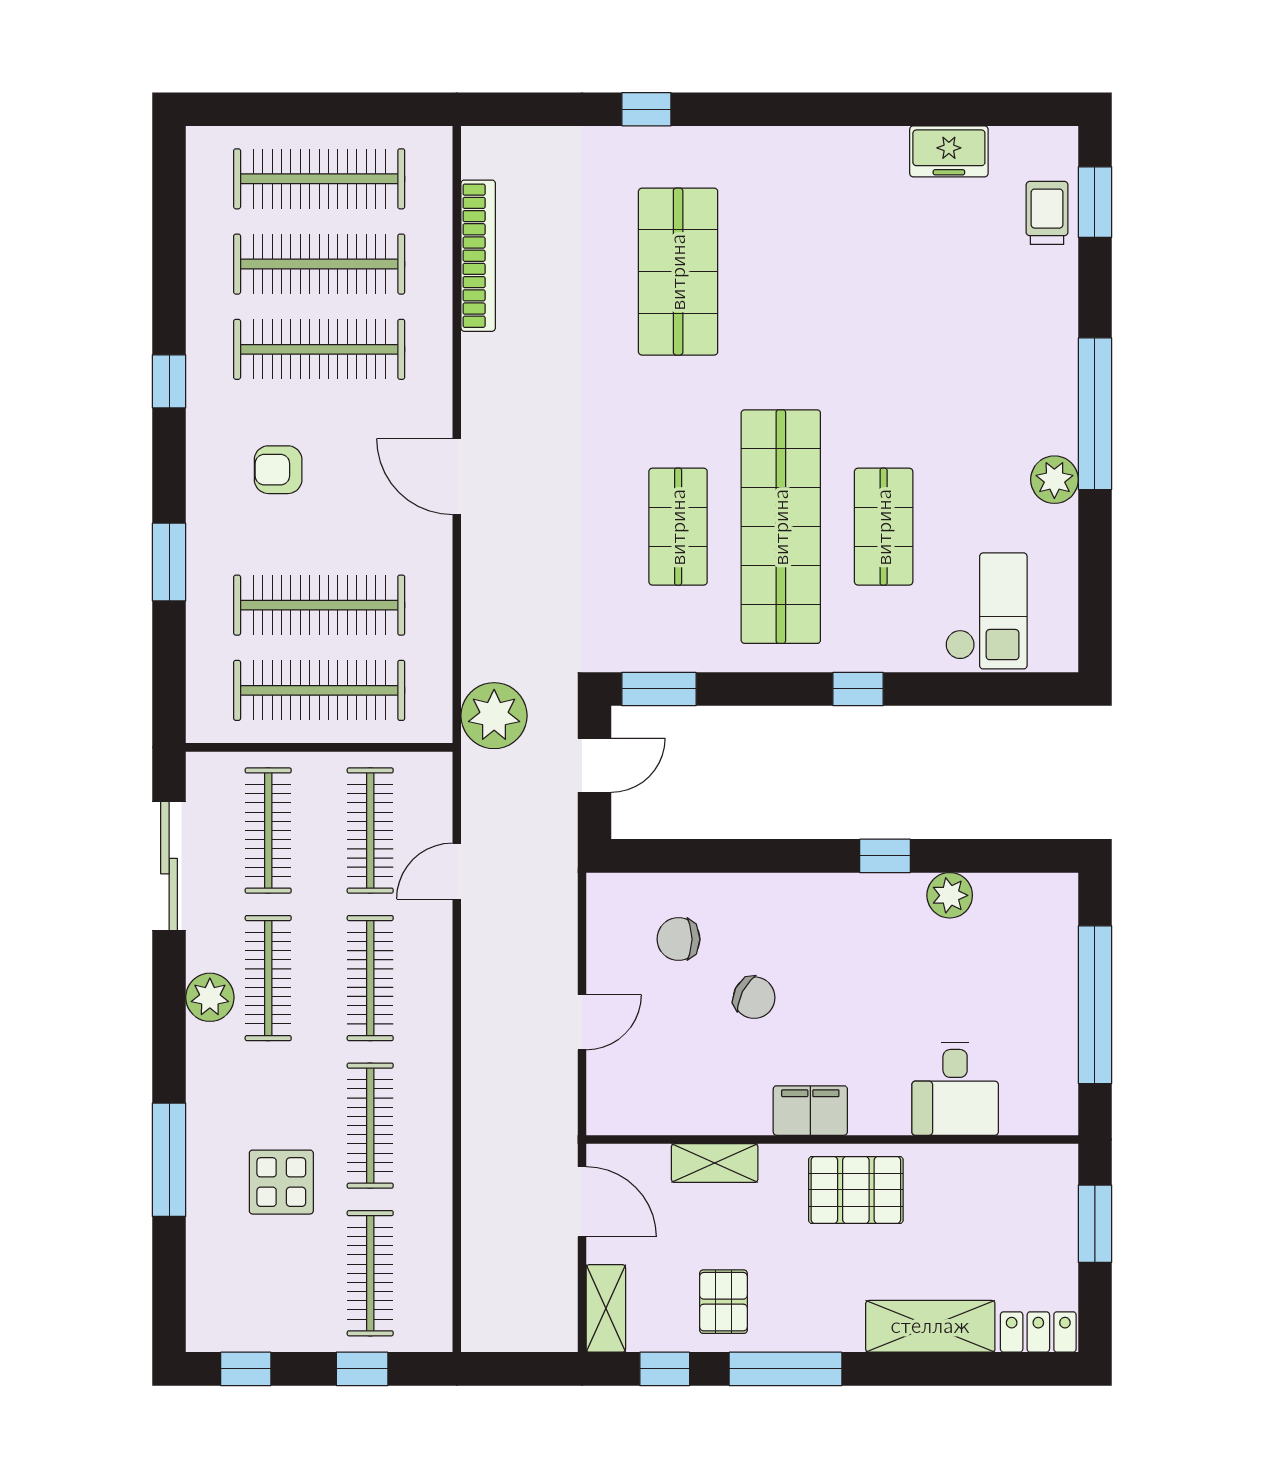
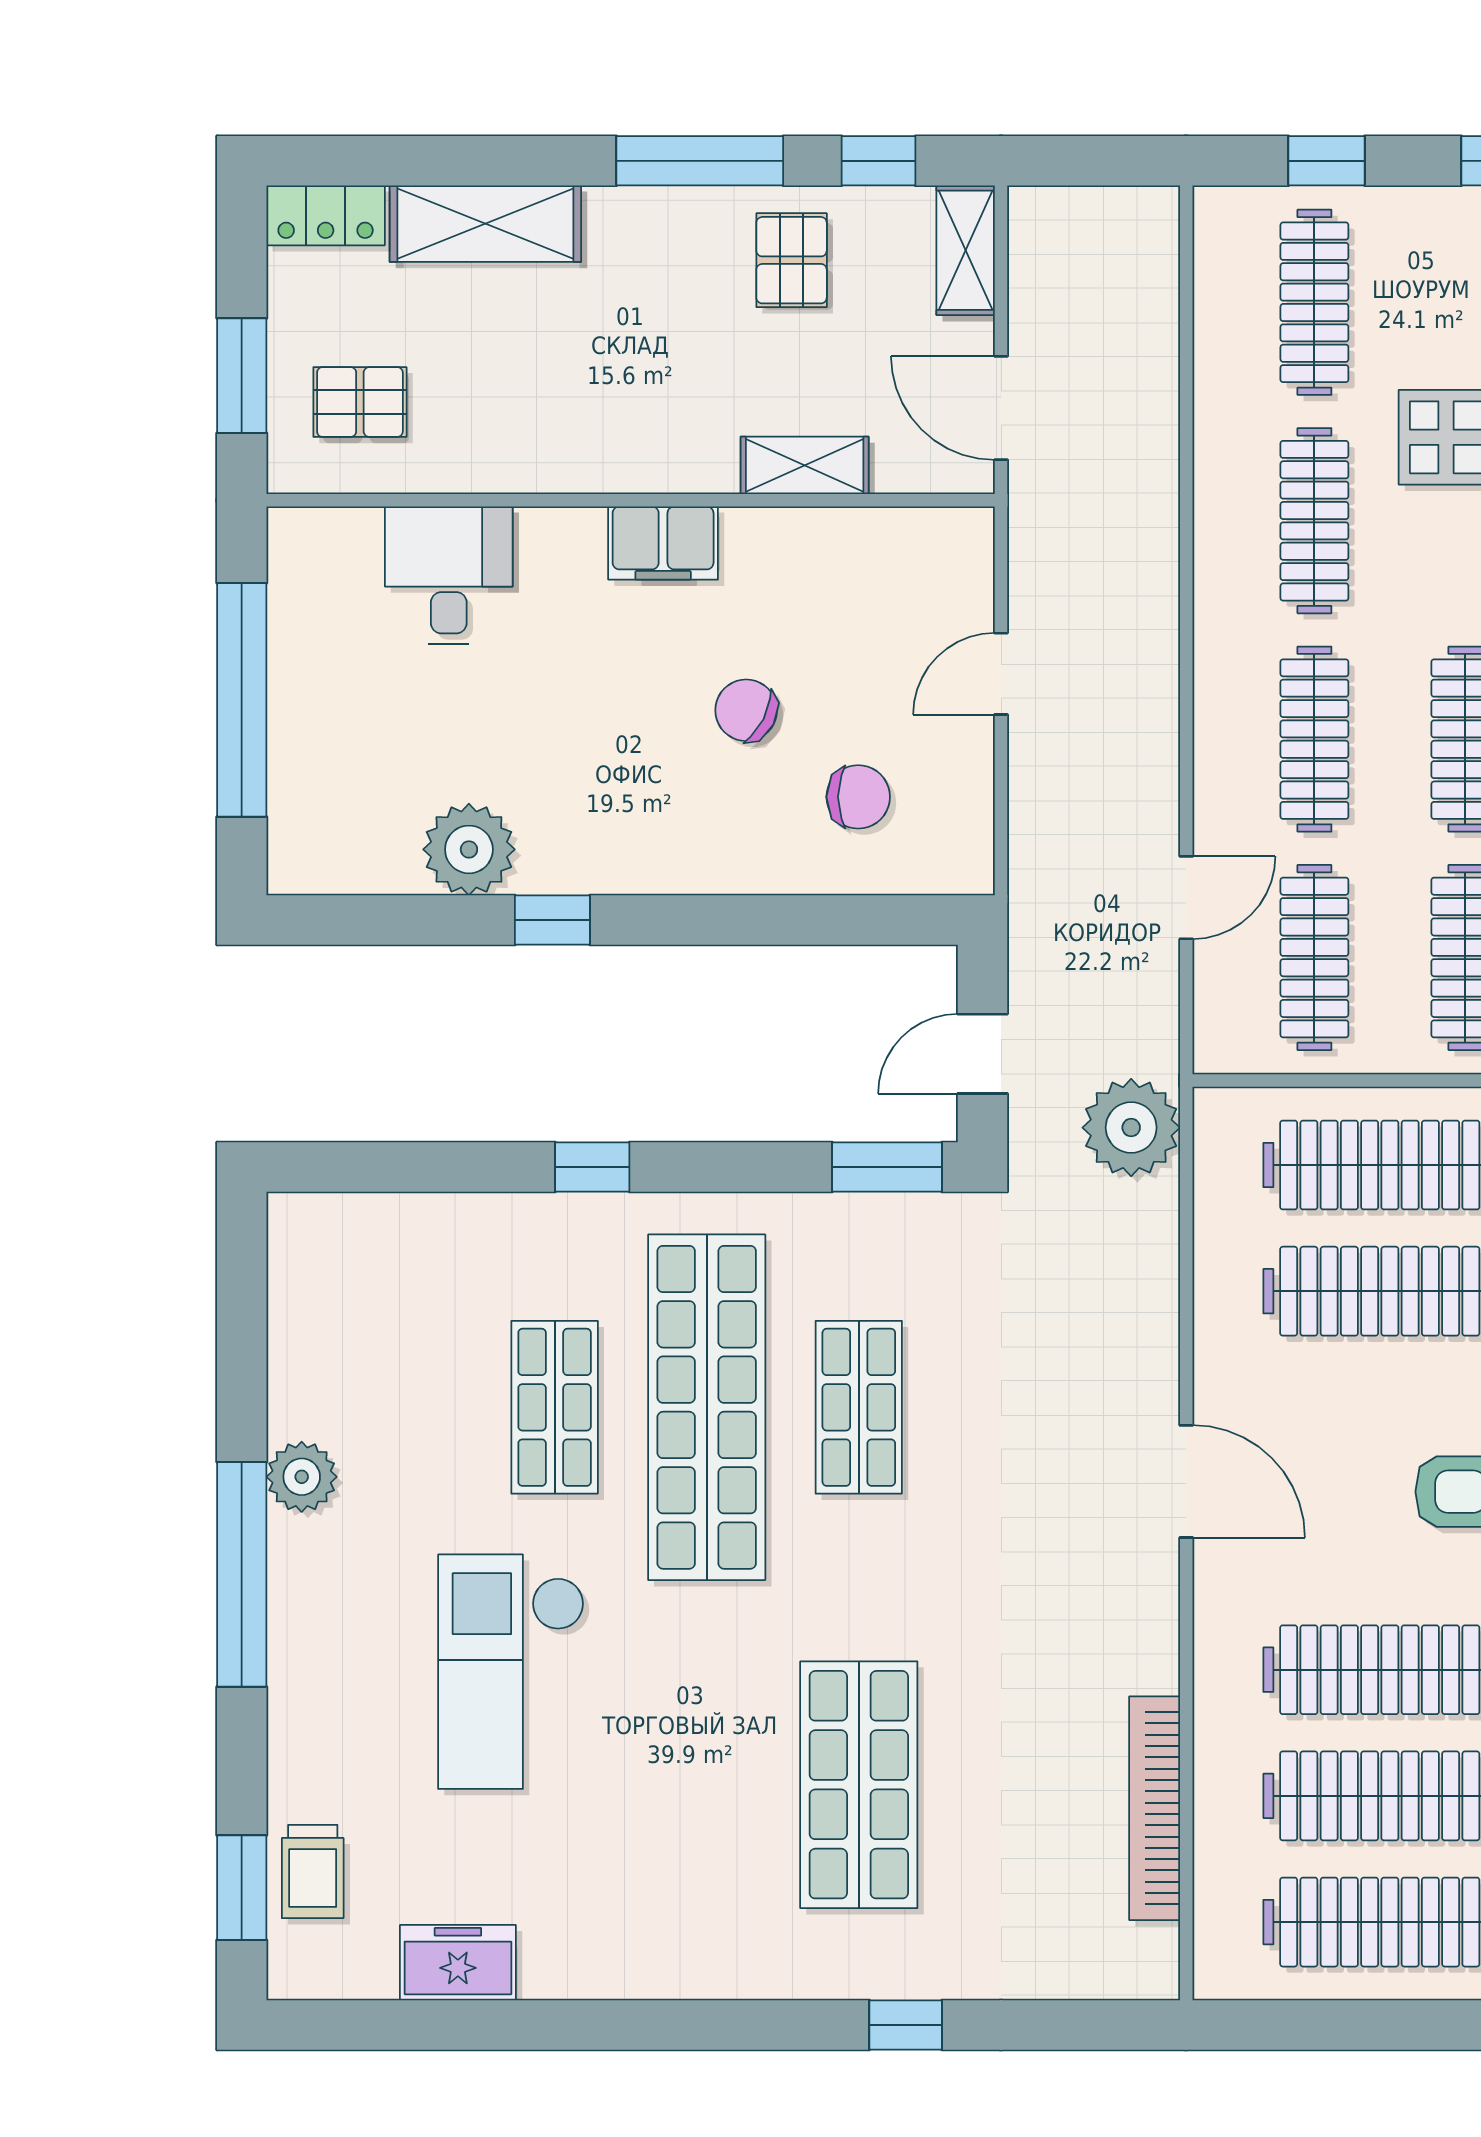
checkout: (986, 611) -> (511, 1672), moved, width x1.36, depth x1.21
plant: (950, 895) -> (469, 849), width x1.36, depth x1.36
pallet: (856, 1190) -> (360, 402), moved, width x0.67, depth x0.71

